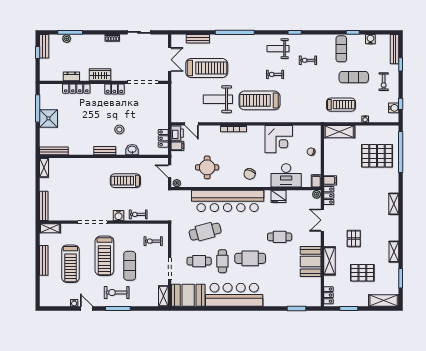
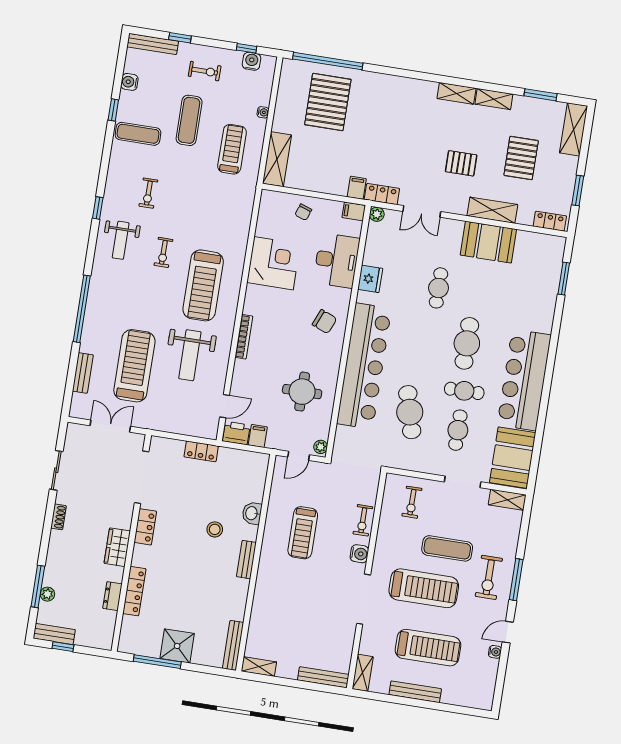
locker: (163, 138) -> (201, 451), moved
shelving: (394, 204) -> (457, 93), moved

